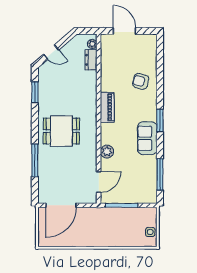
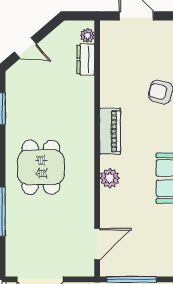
dining table: (61, 131) -> (41, 167), turned 90
plant: (107, 152) -> (110, 178), moved

